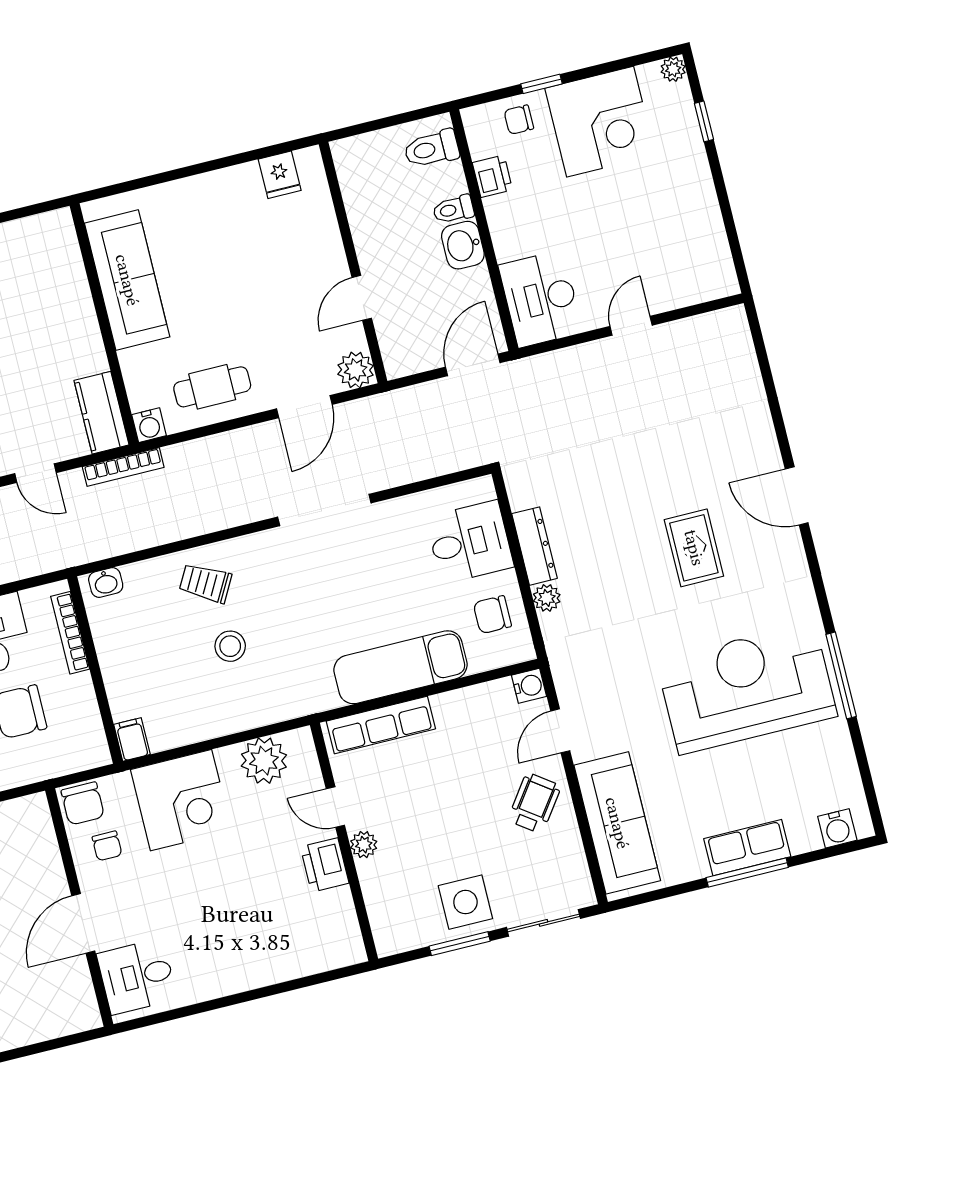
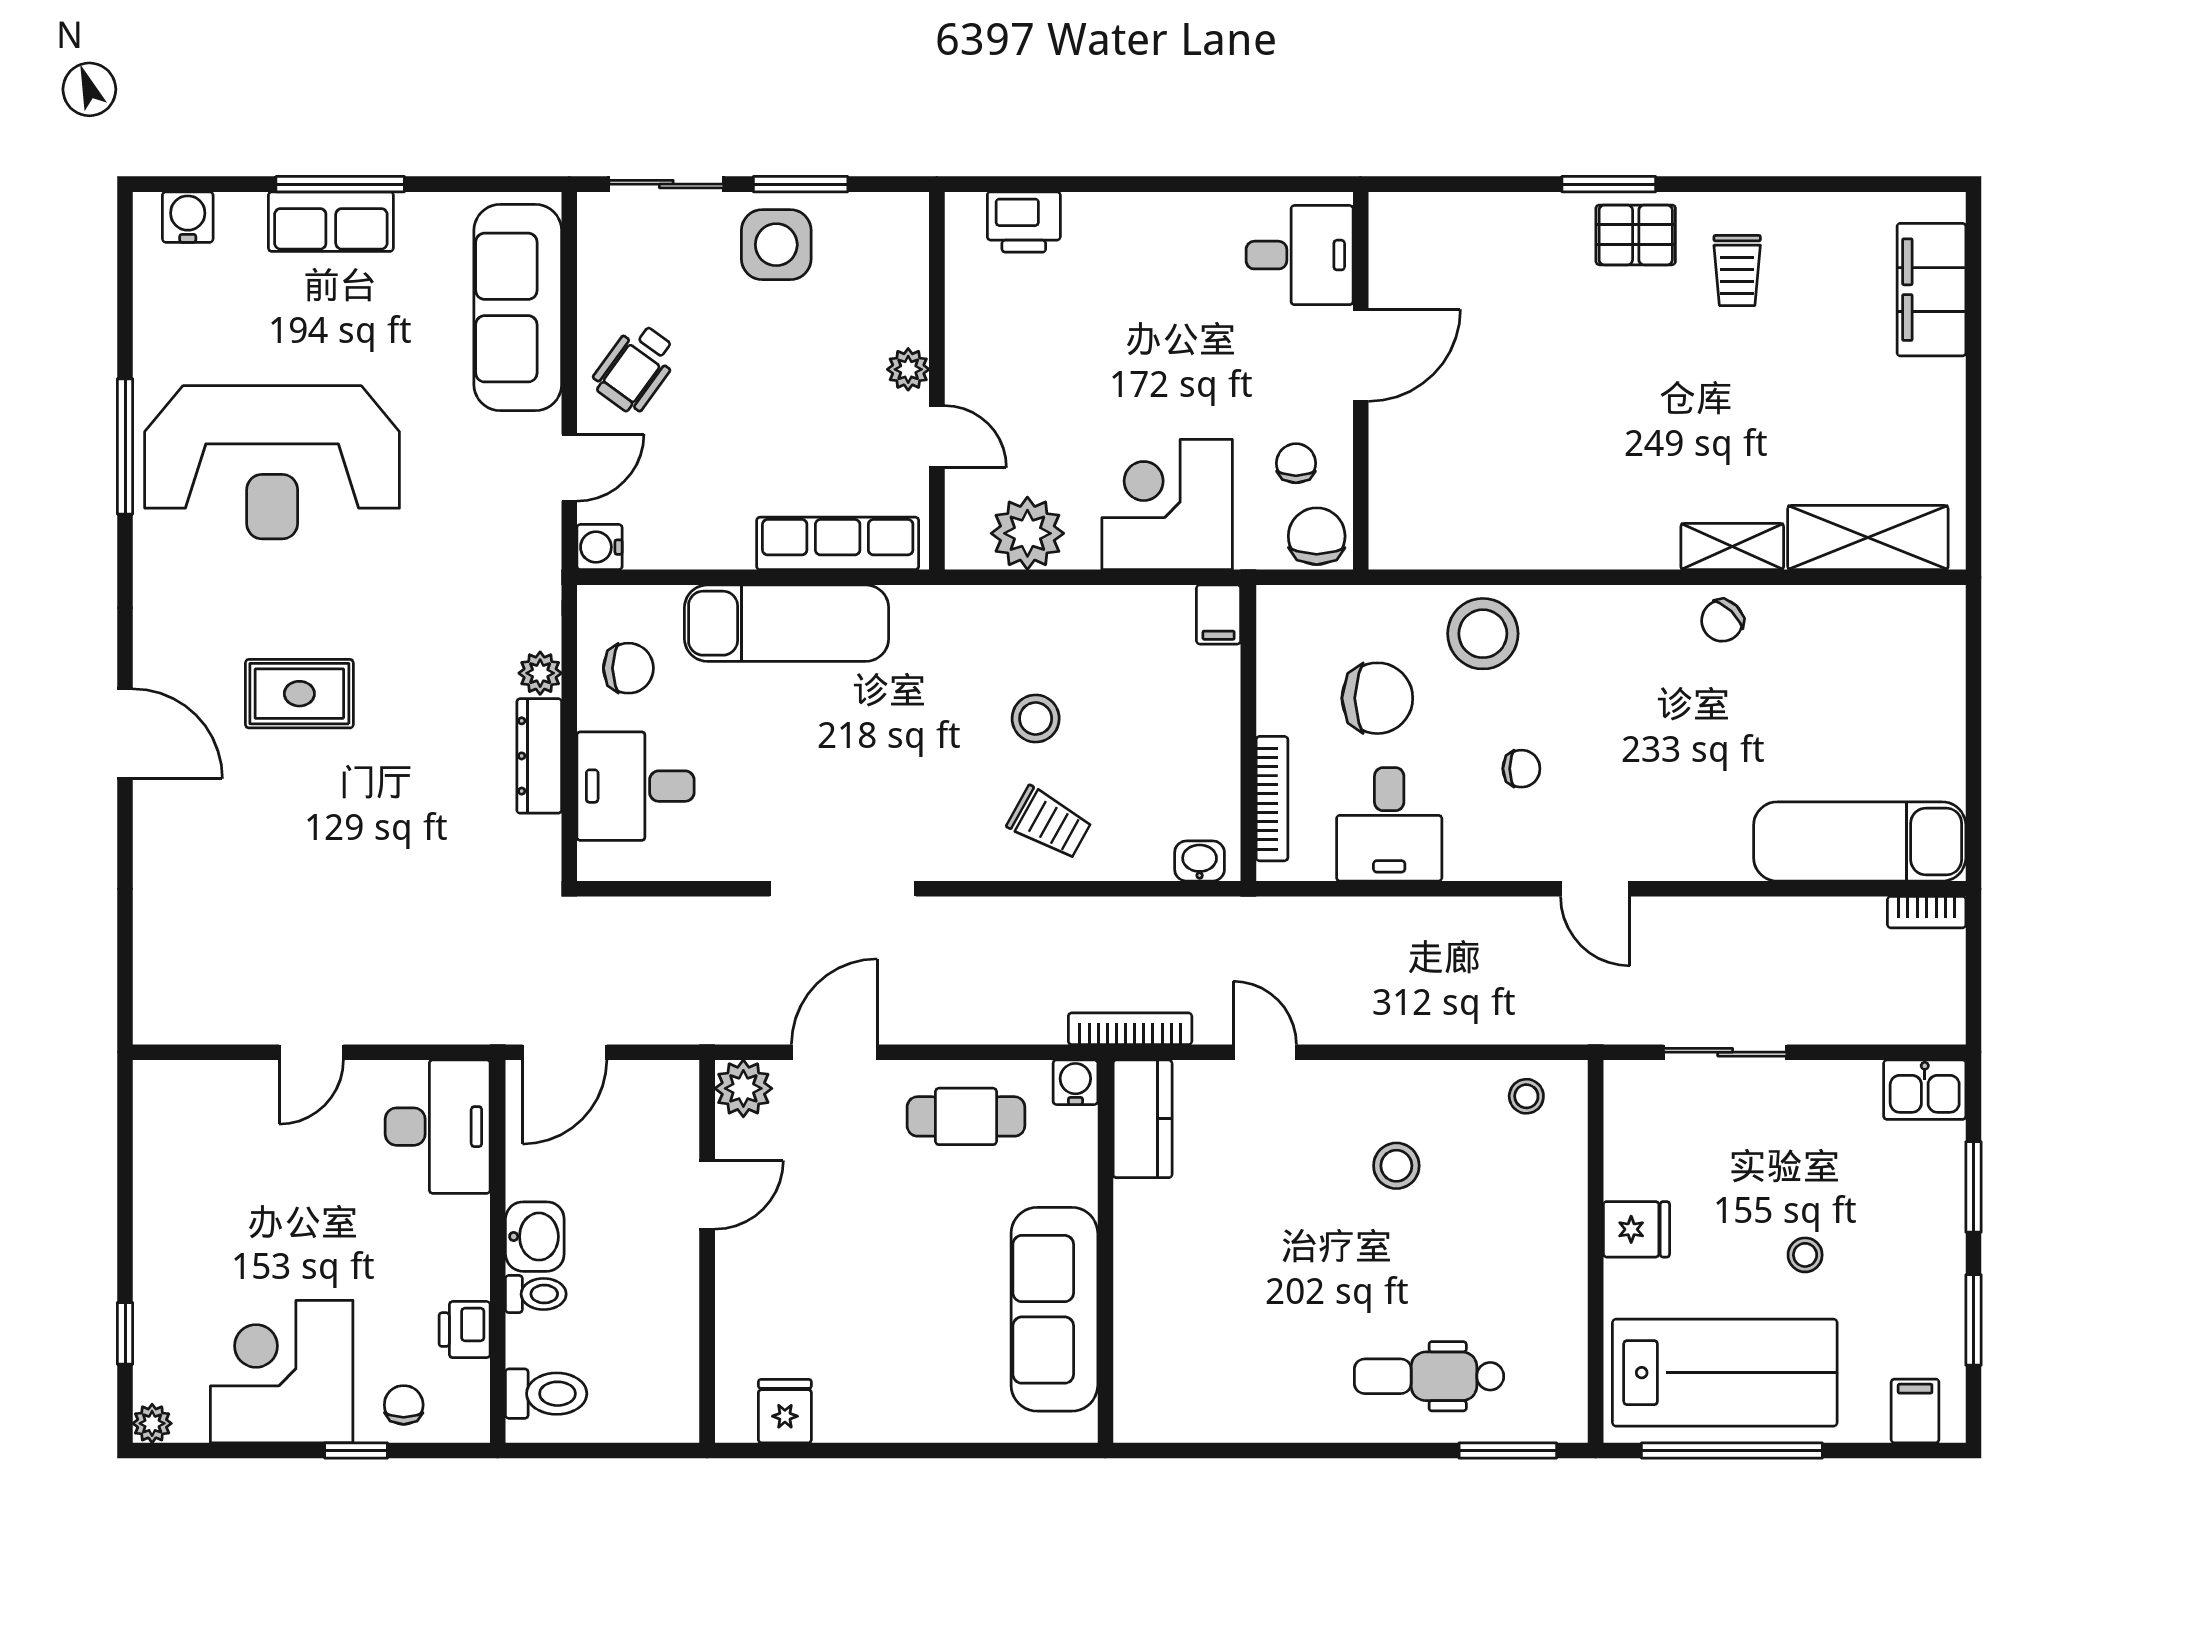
chair: (519, 120) -> (404, 1405), turned -90
rug: (694, 548) -> (299, 694), turned 90
printer: (325, 865) -> (1024, 222), moved, turned 90

